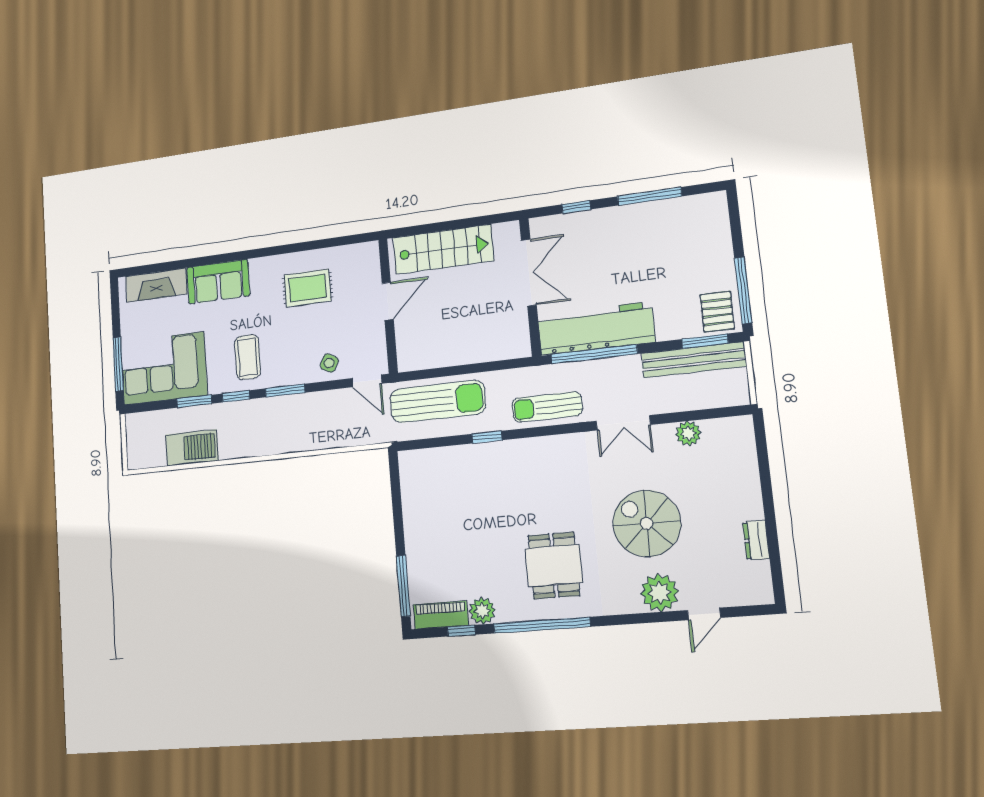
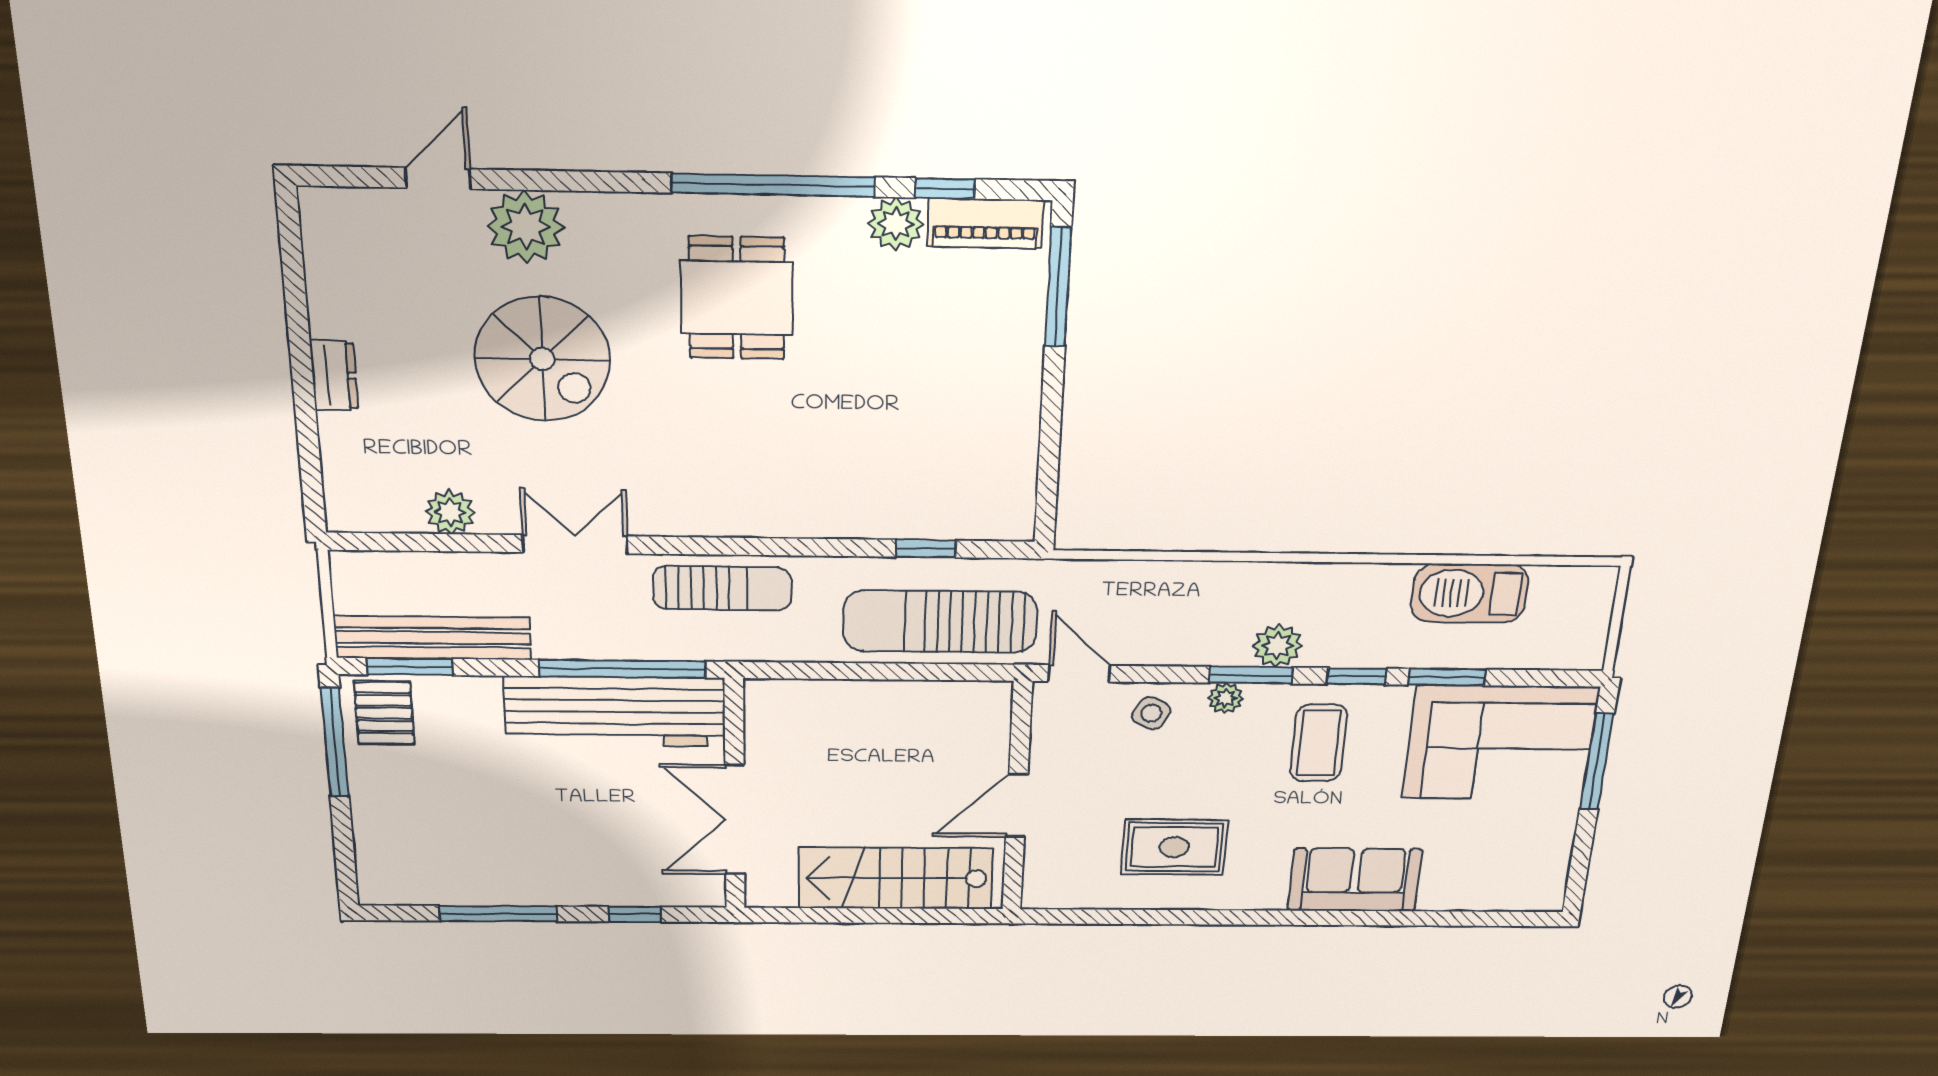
fireplace: (156, 285) -> (1485, 889), removed
plant: (295, 376) -> (1225, 698), added
plant: (275, 408) -> (1277, 646), added
window: (487, 437) -> (926, 549), moved
dresser: (756, 540) -> (334, 376), moved

